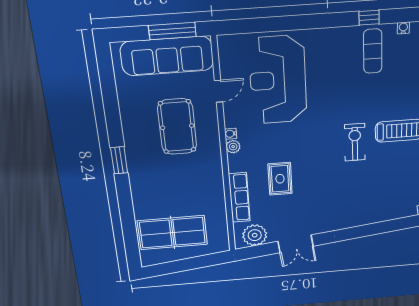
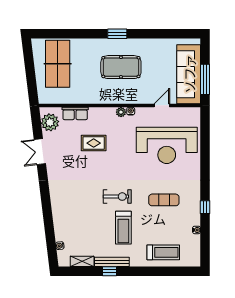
exercise mat: (373, 51) -> (164, 200), moved
reception desk: (278, 80) -> (167, 145), turned 180
door: (219, 91) -> (162, 105), swing flipped
pool table: (177, 127) -> (121, 67), moved
row of seats: (239, 198) -> (75, 113), width x0.68

